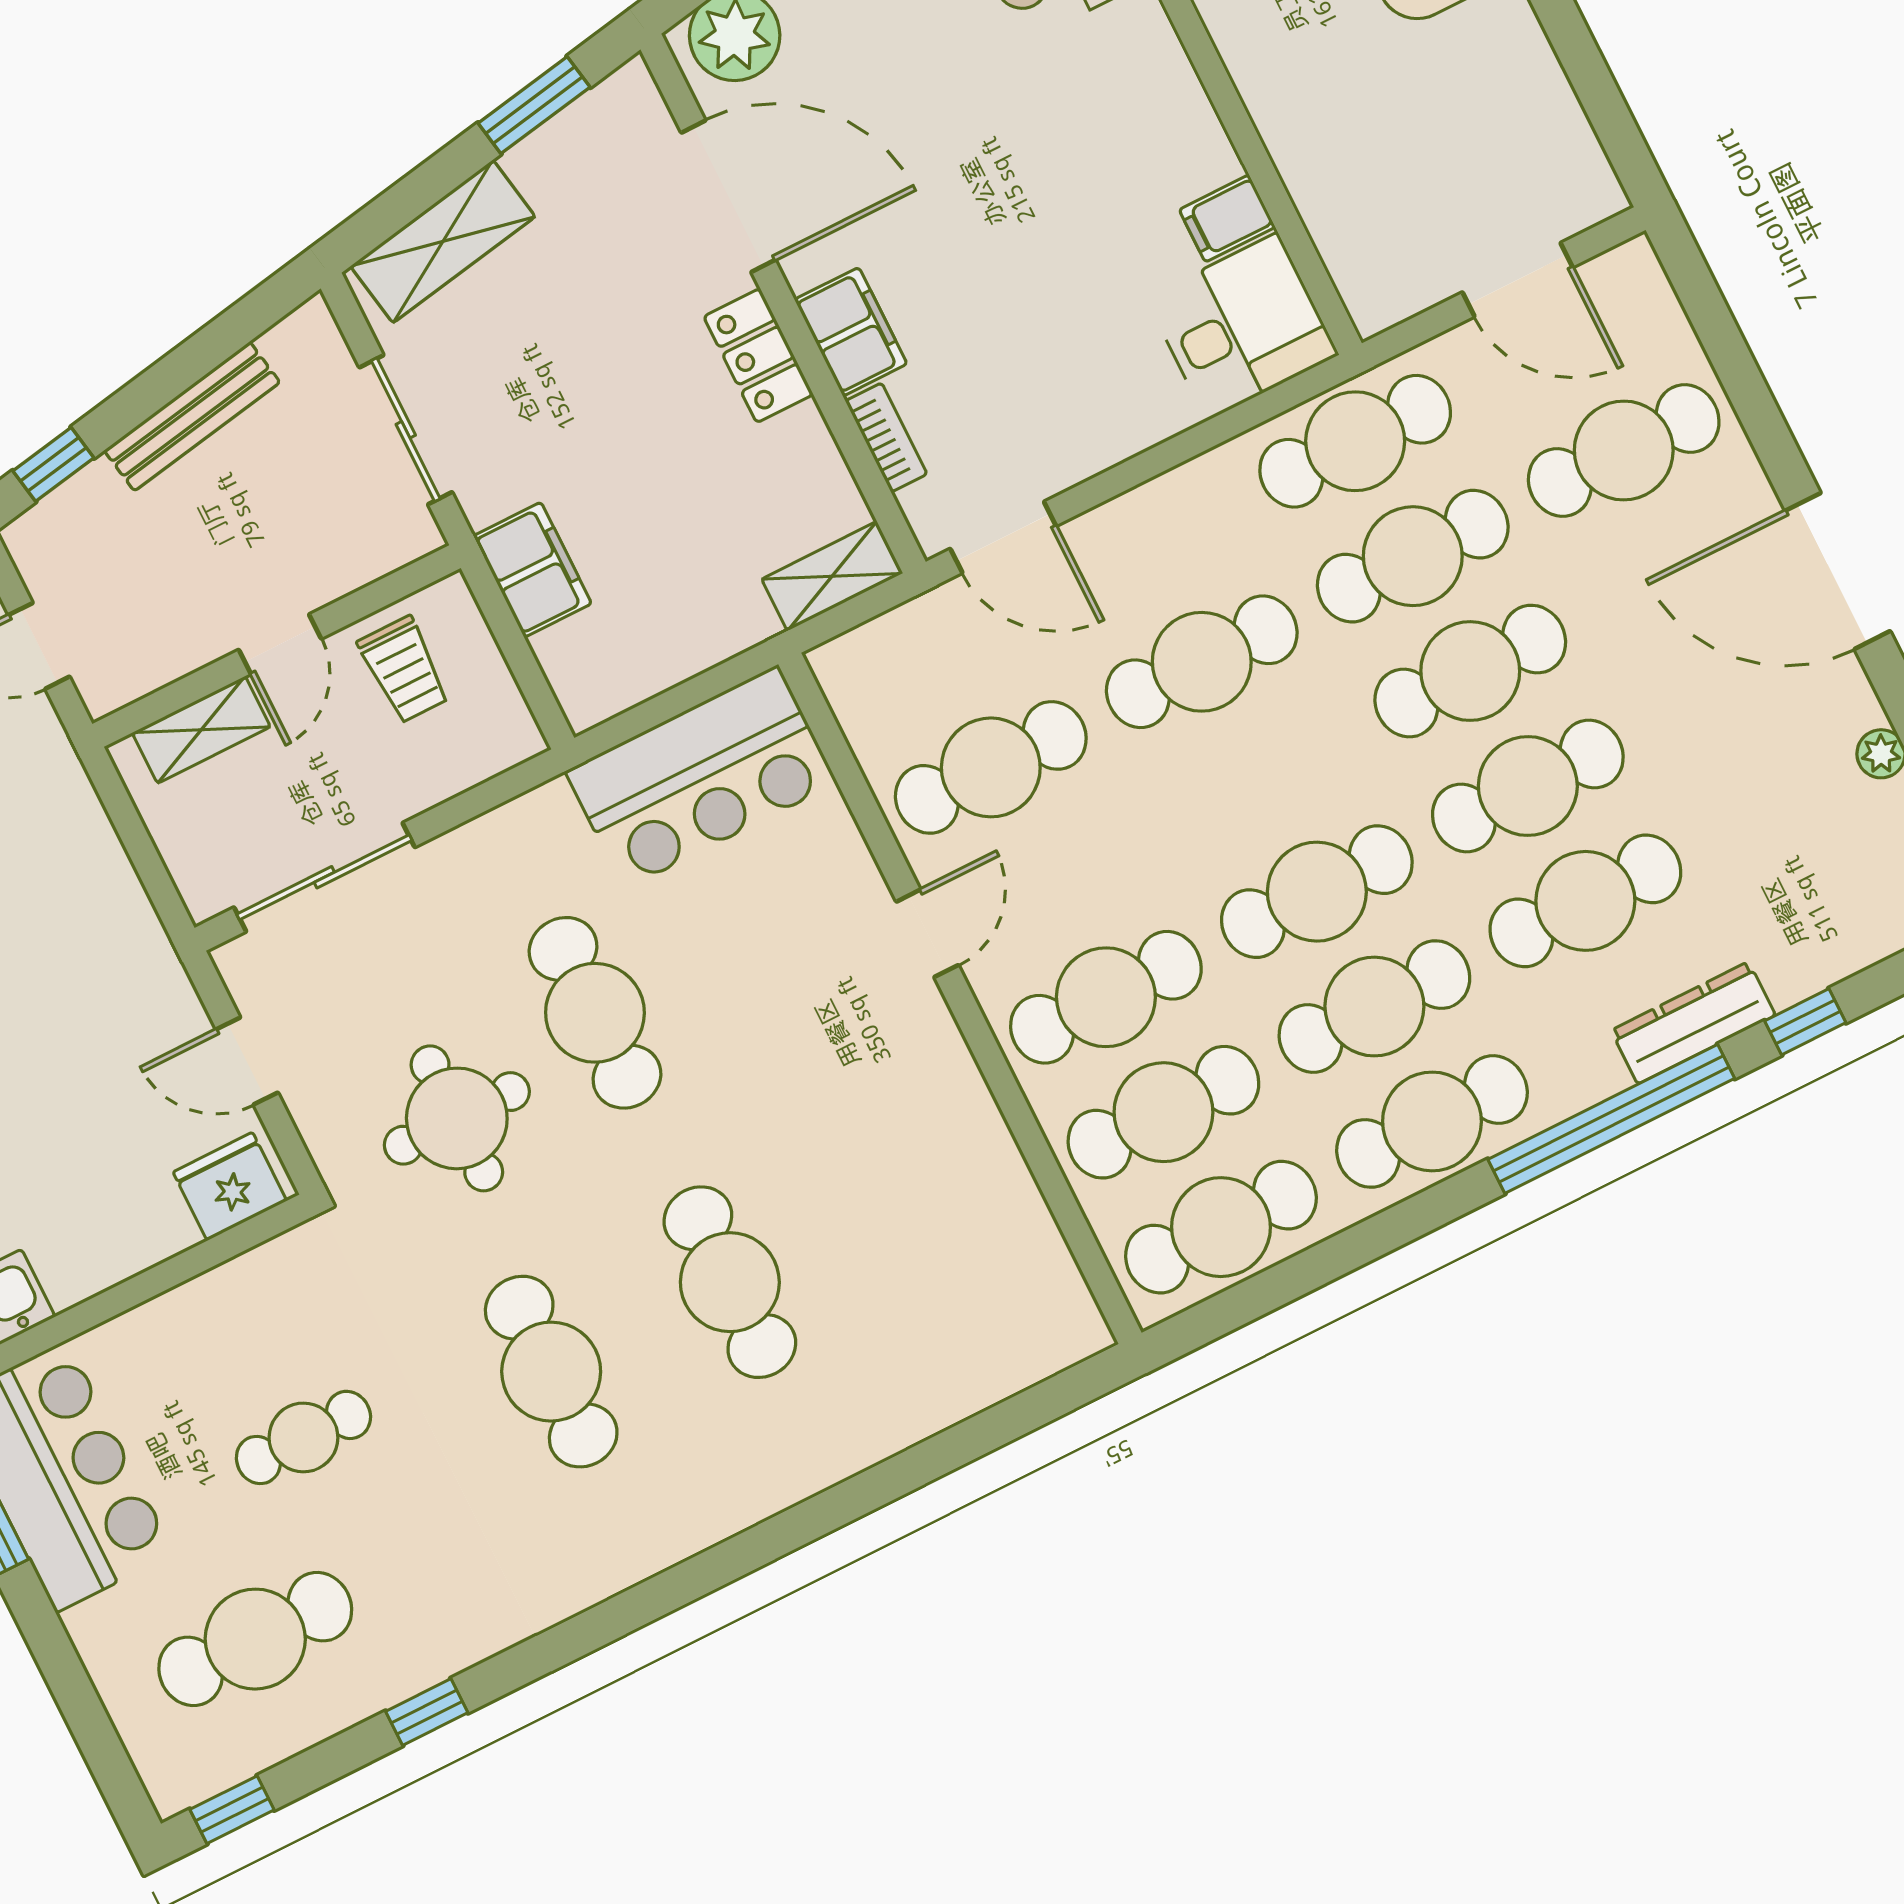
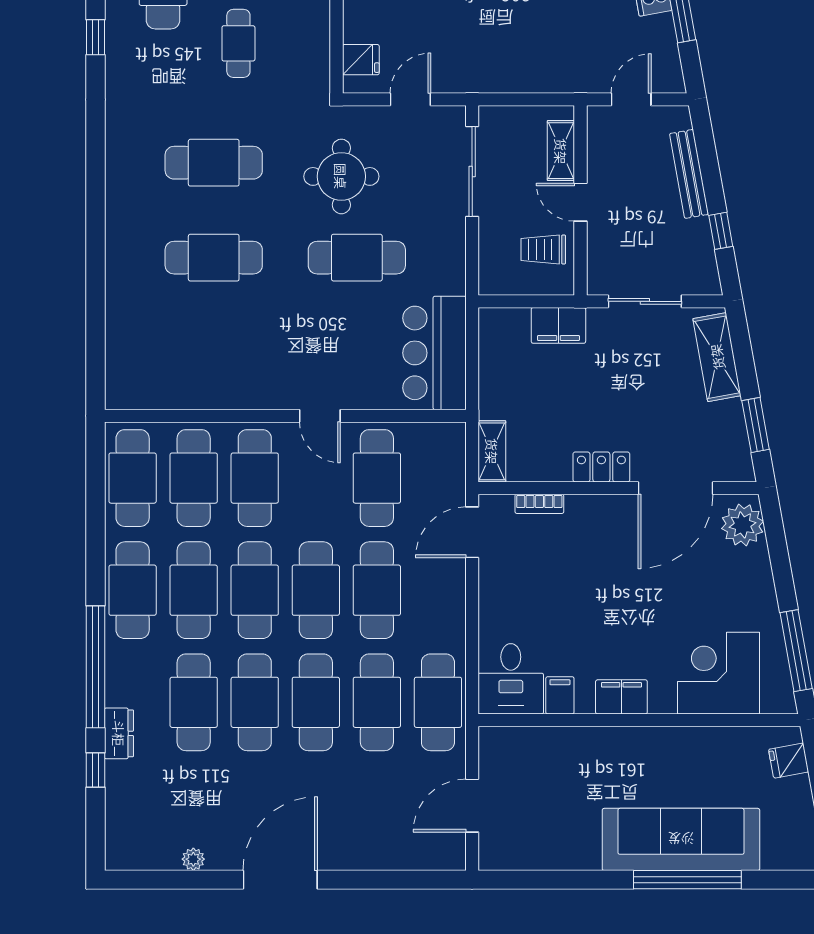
filing cabinet: (851, 332) -> (621, 697), moved, turned 180
bench: (192, 416) -> (689, 174), moved
cafe table: (1624, 450) -> (316, 590), moved
window: (53, 464) -> (721, 231), moved
dresser: (1693, 1023) -> (119, 733), width x0.70
fridge: (230, 1186) -> (361, 60), width x0.72

